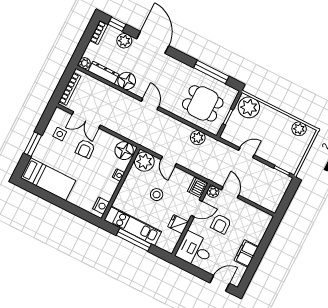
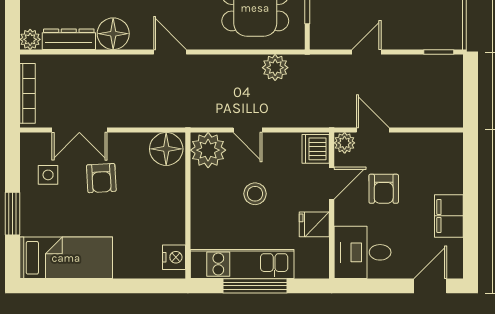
nightstand: (118, 175) -> (177, 193), removed

